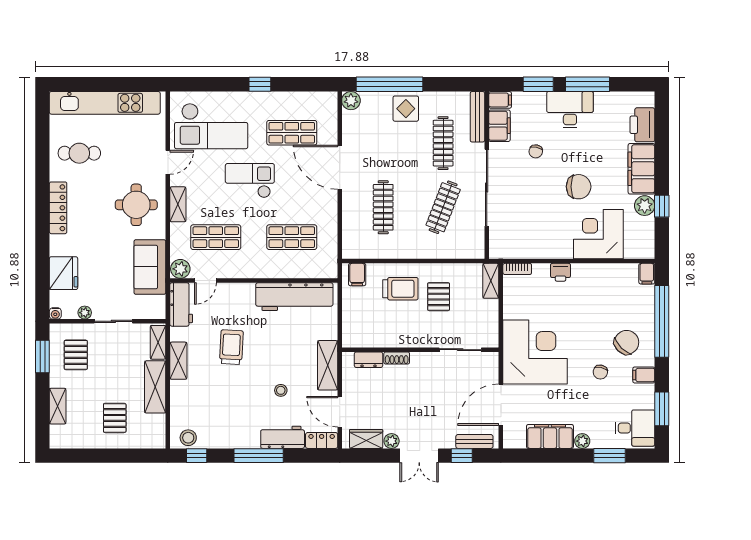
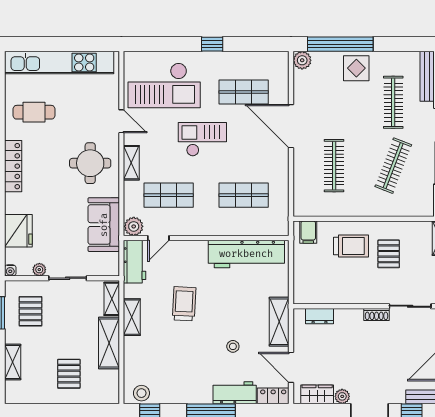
door: (168, 162) -> (121, 121), hinge flipped
shoe rack: (397, 358) -> (377, 314), moved

